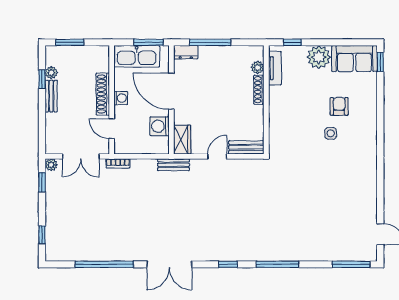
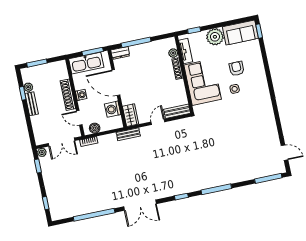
corner sofa: (289, 115) -> (203, 82), added
boiler: (130, 147) -> (95, 128), added

